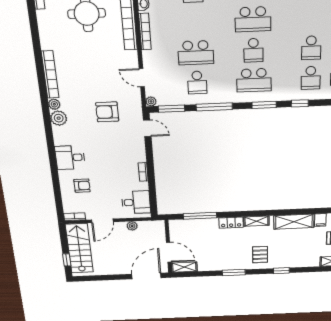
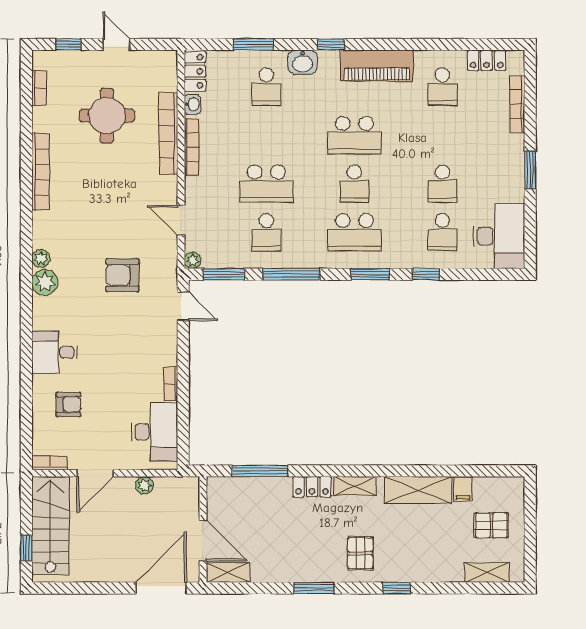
bookcase: (50, 75) -> (41, 172), moved
desk: (136, 202) -> (155, 432), width x1.37

